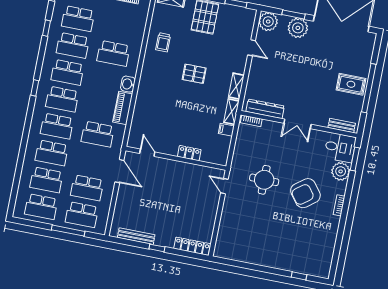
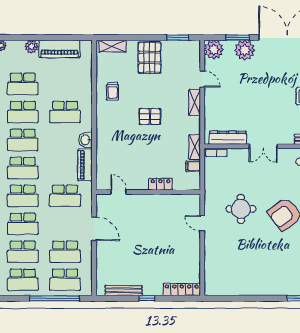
shelving: (236, 86) -> (195, 102), moved
door: (147, 153) -> (118, 192), moved
locker: (189, 153) -> (161, 184), moved
wall: (176, 158) -> (148, 192), moved
window: (68, 231) -> (54, 298), width x1.46

